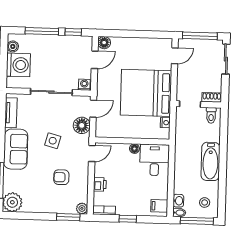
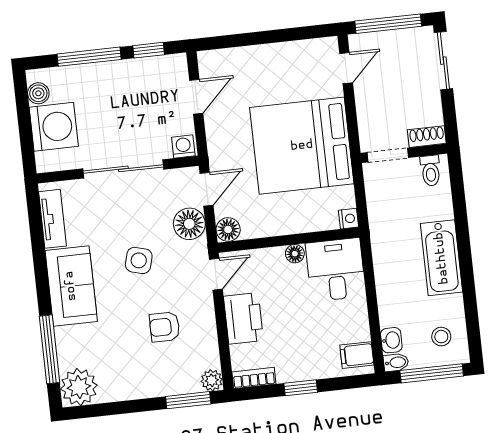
floor lamp: (104, 43) -> (228, 229), moved
nightstand: (165, 123) -> (349, 219), moved
printer: (100, 184) -> (243, 318), width x1.87, depth x1.48

